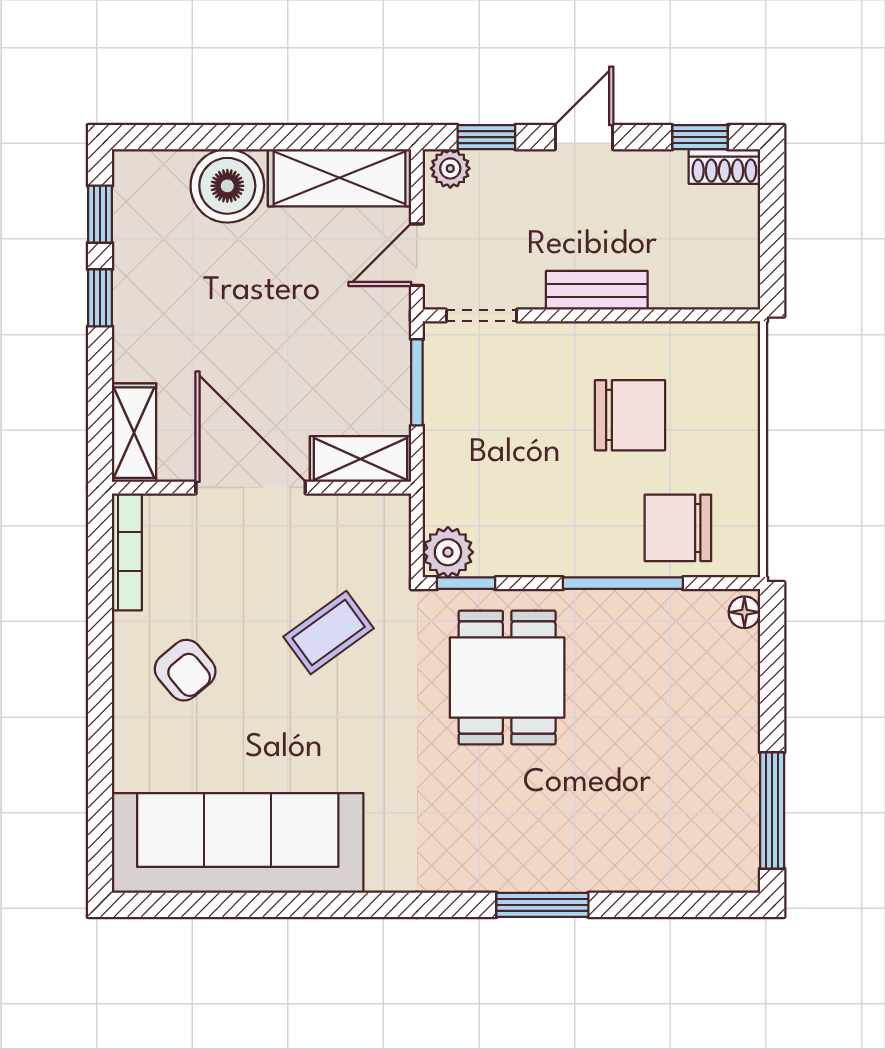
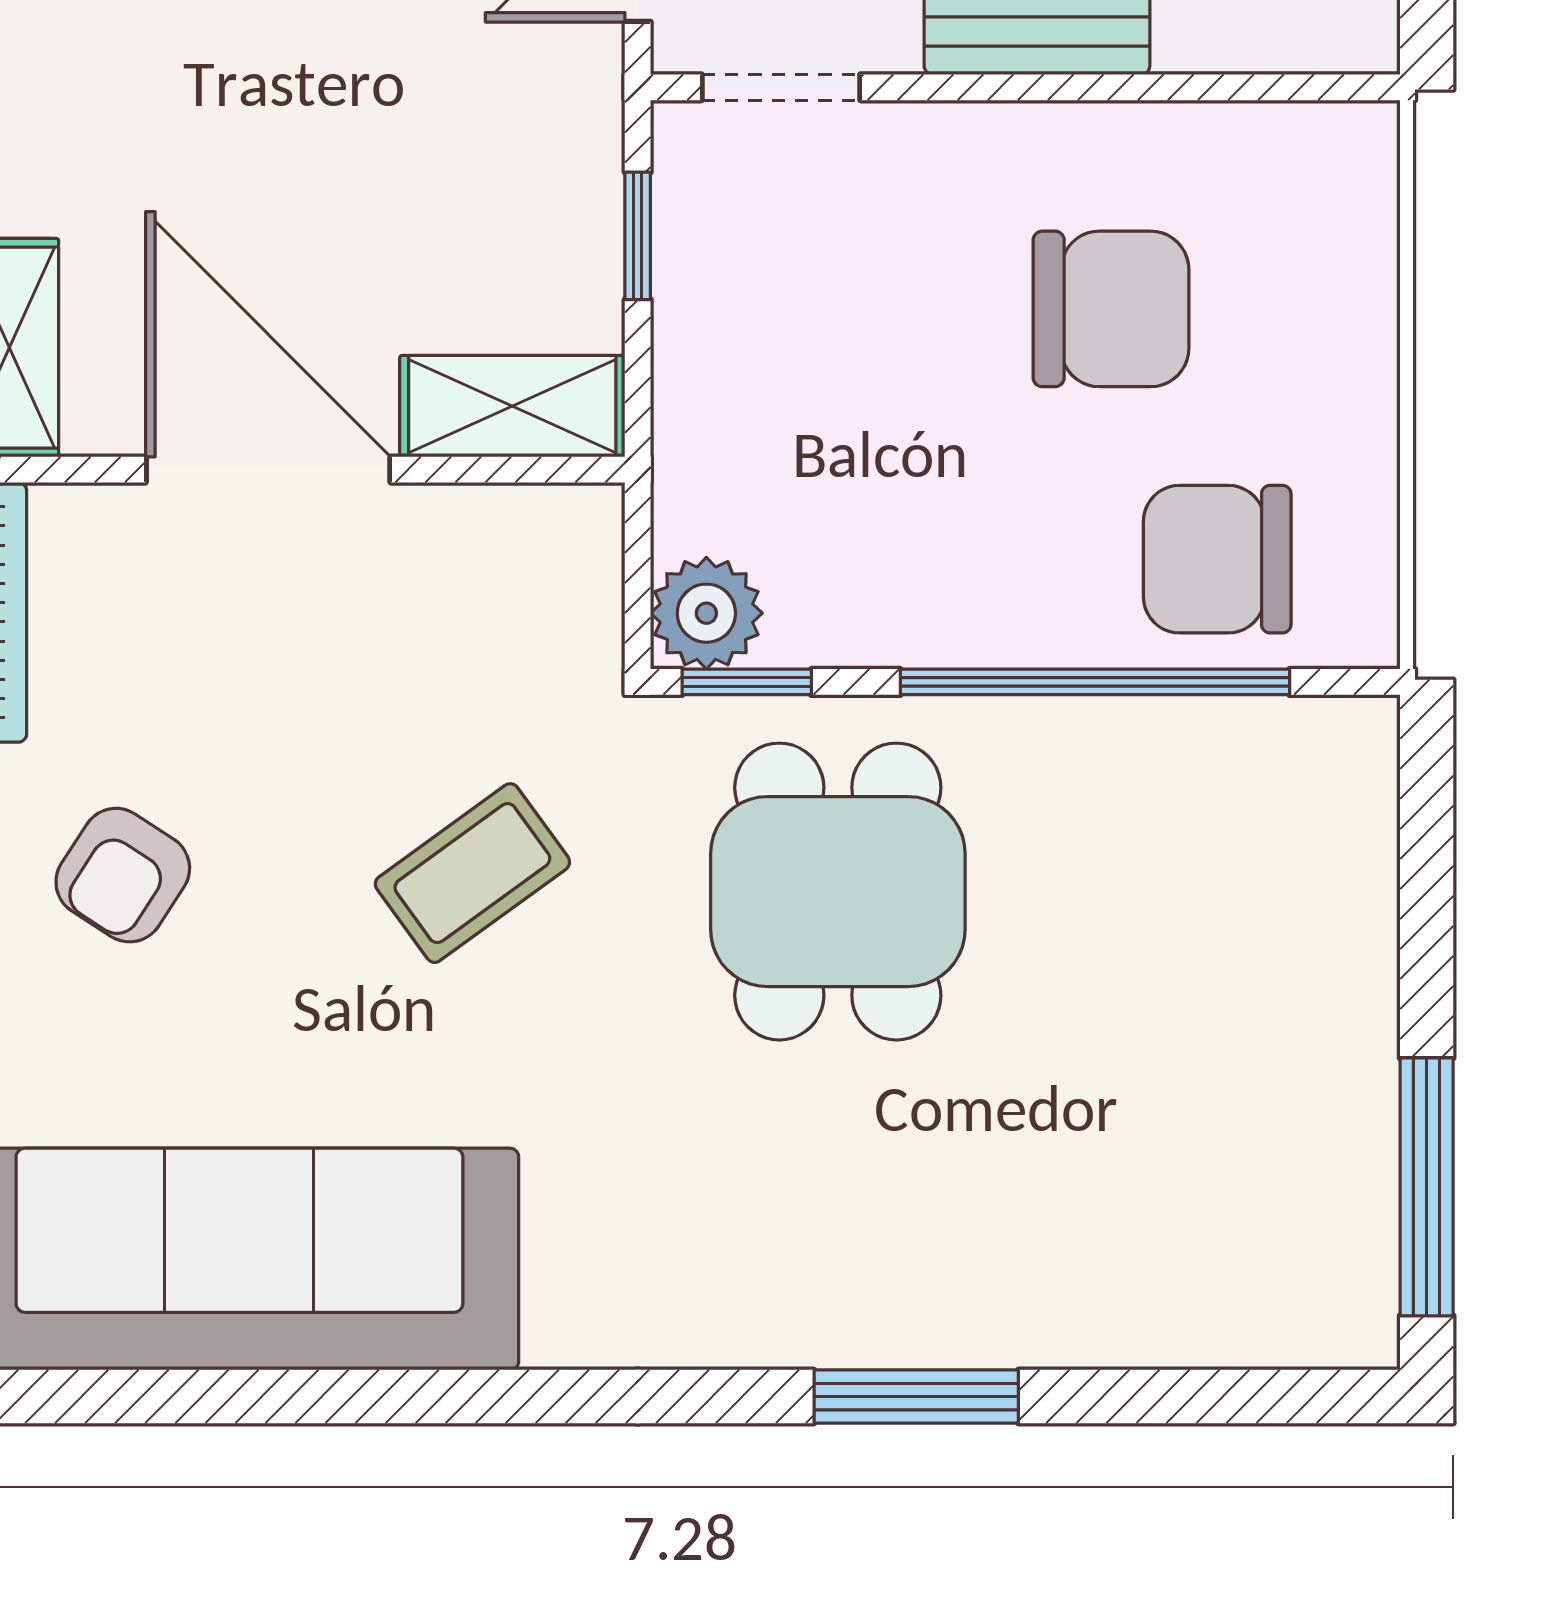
window: (417, 382) -> (638, 236), width x0.67
window: (623, 583) -> (1095, 682), width x1.46
floor lamp: (744, 612) -> (1365, 746), removed
coffee table: (329, 633) -> (472, 873), moved
armchair: (185, 670) -> (123, 875), turned 73

